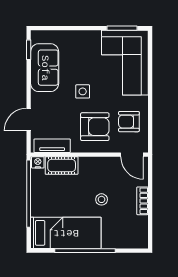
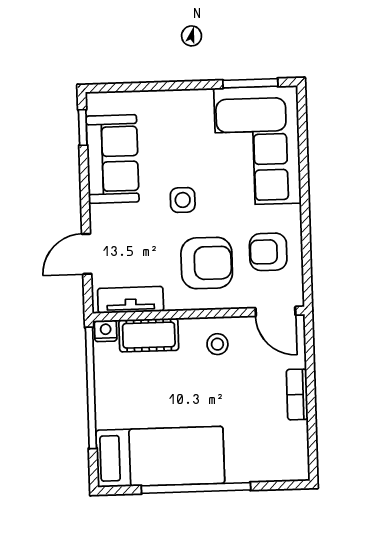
stool: (102, 199) -> (217, 344), moved

